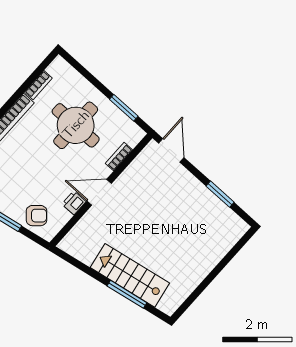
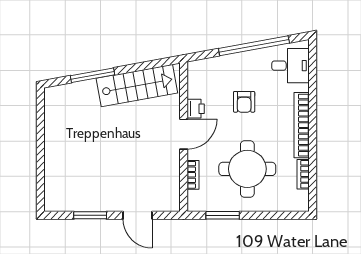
door: (171, 150) -> (137, 215), moved
armchair: (37, 216) -> (244, 102), moved, turned -48
stairs: (130, 275) -> (137, 86), moved

